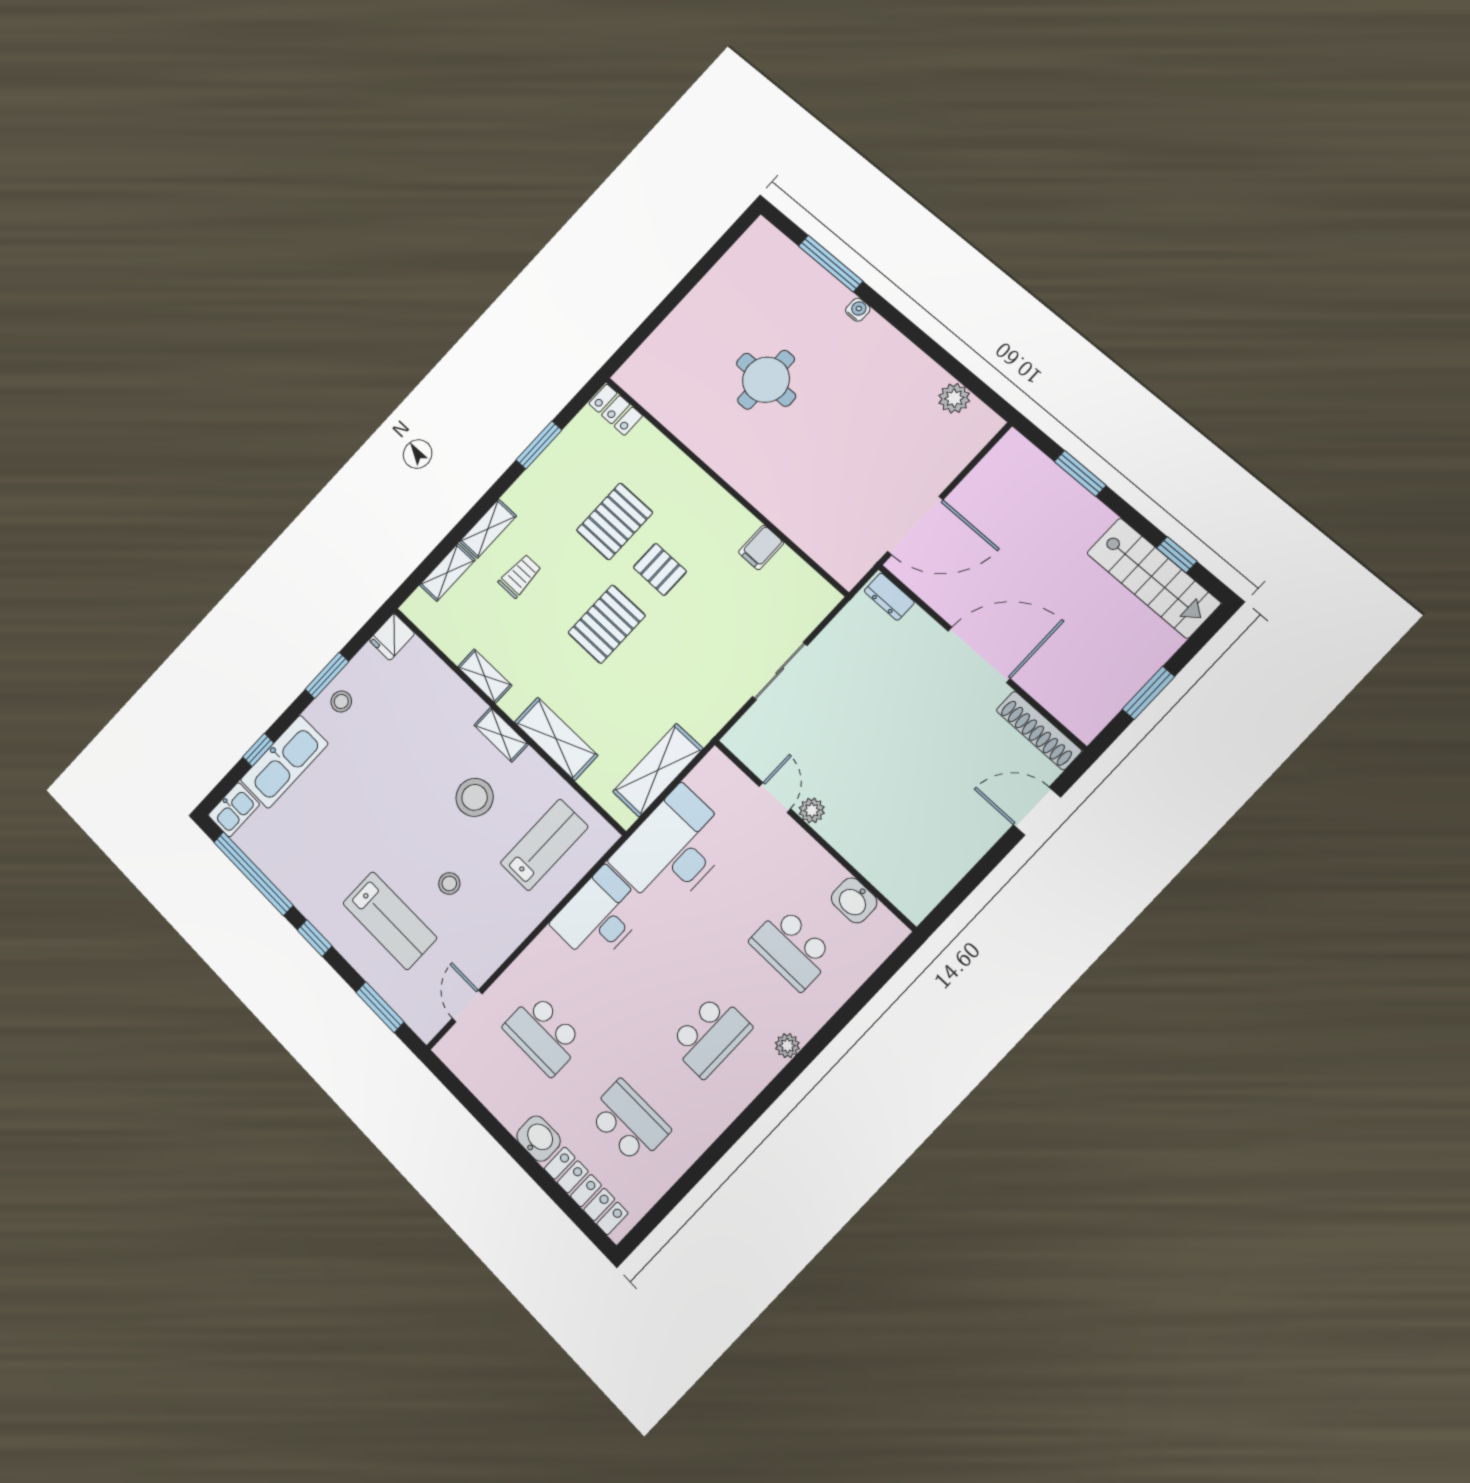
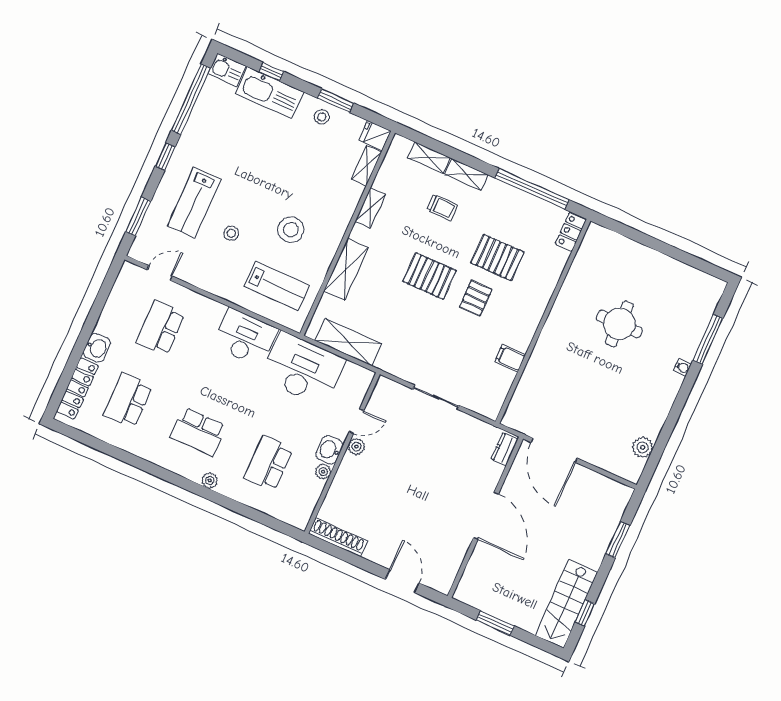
window: (539, 445) -> (532, 189), width x2.11
shoe rack: (1039, 731) -> (338, 537), moved, turned 90
shelving: (501, 735) -> (367, 166), moved
plant: (832, 872) -> (323, 472), added
washbasin: (854, 900) -> (329, 450), moved
school desk: (629, 1122) -> (128, 400), turned 180

